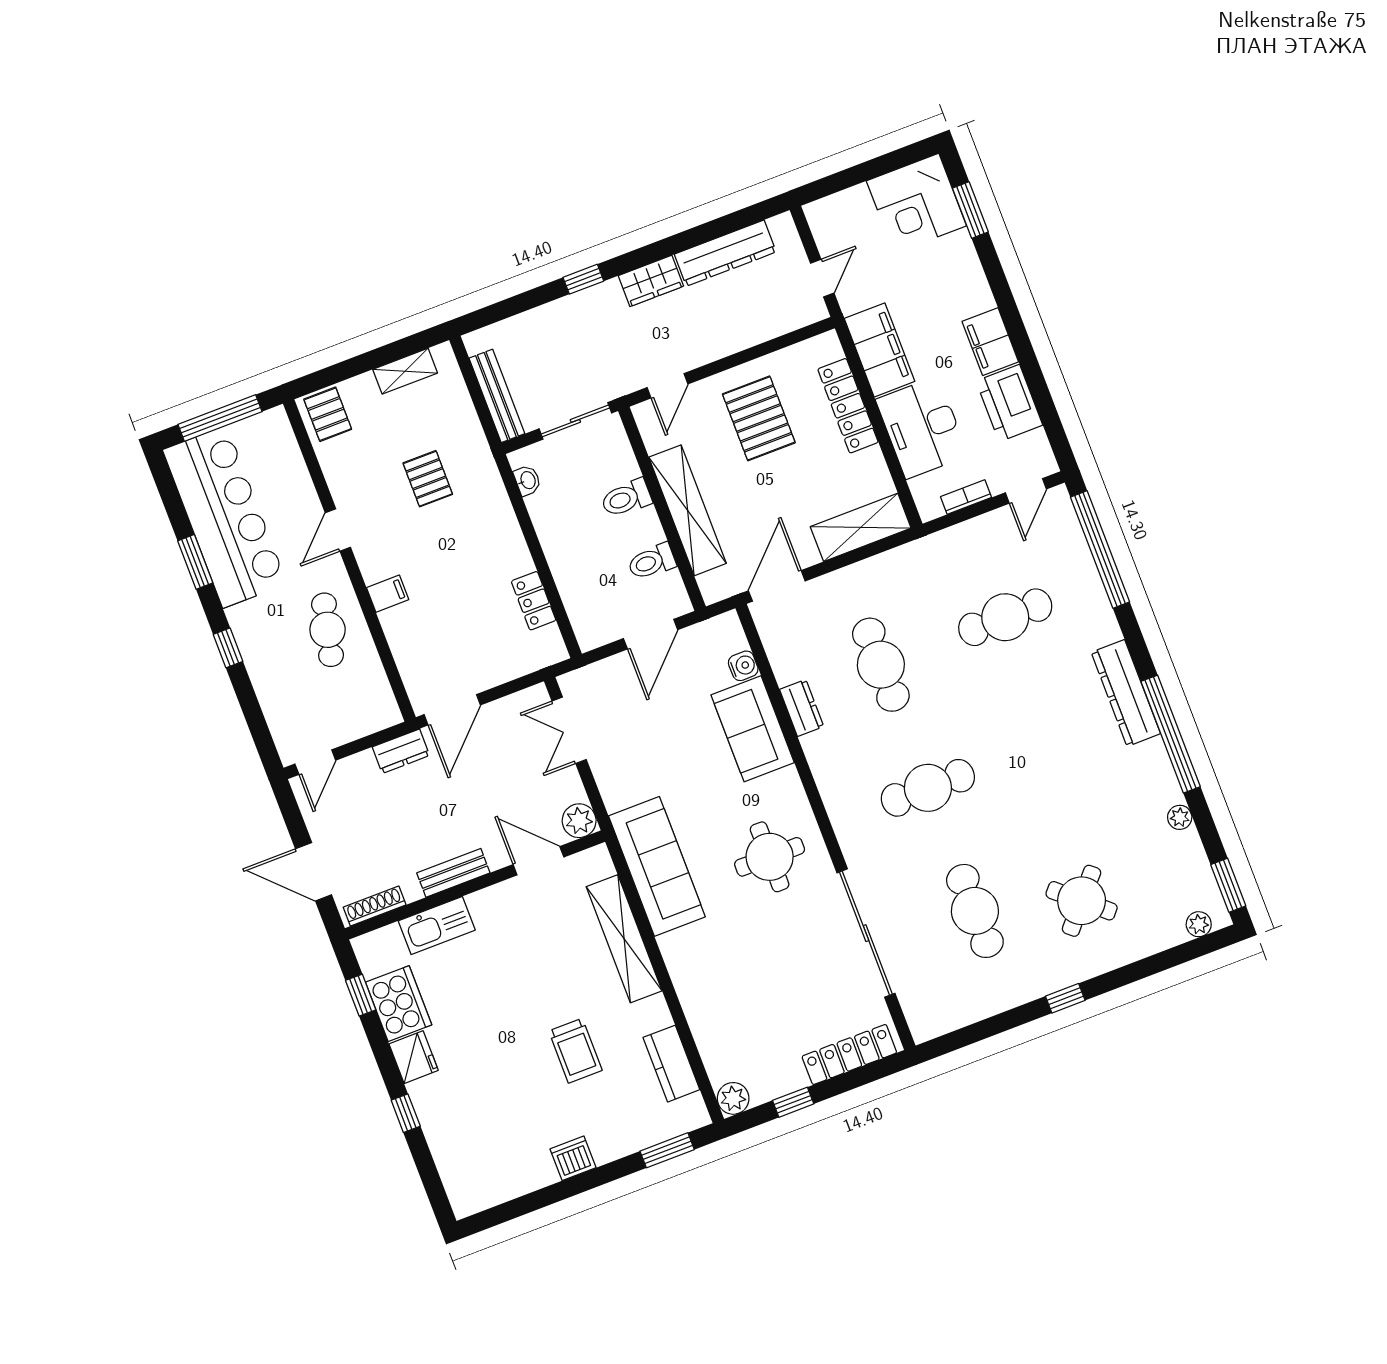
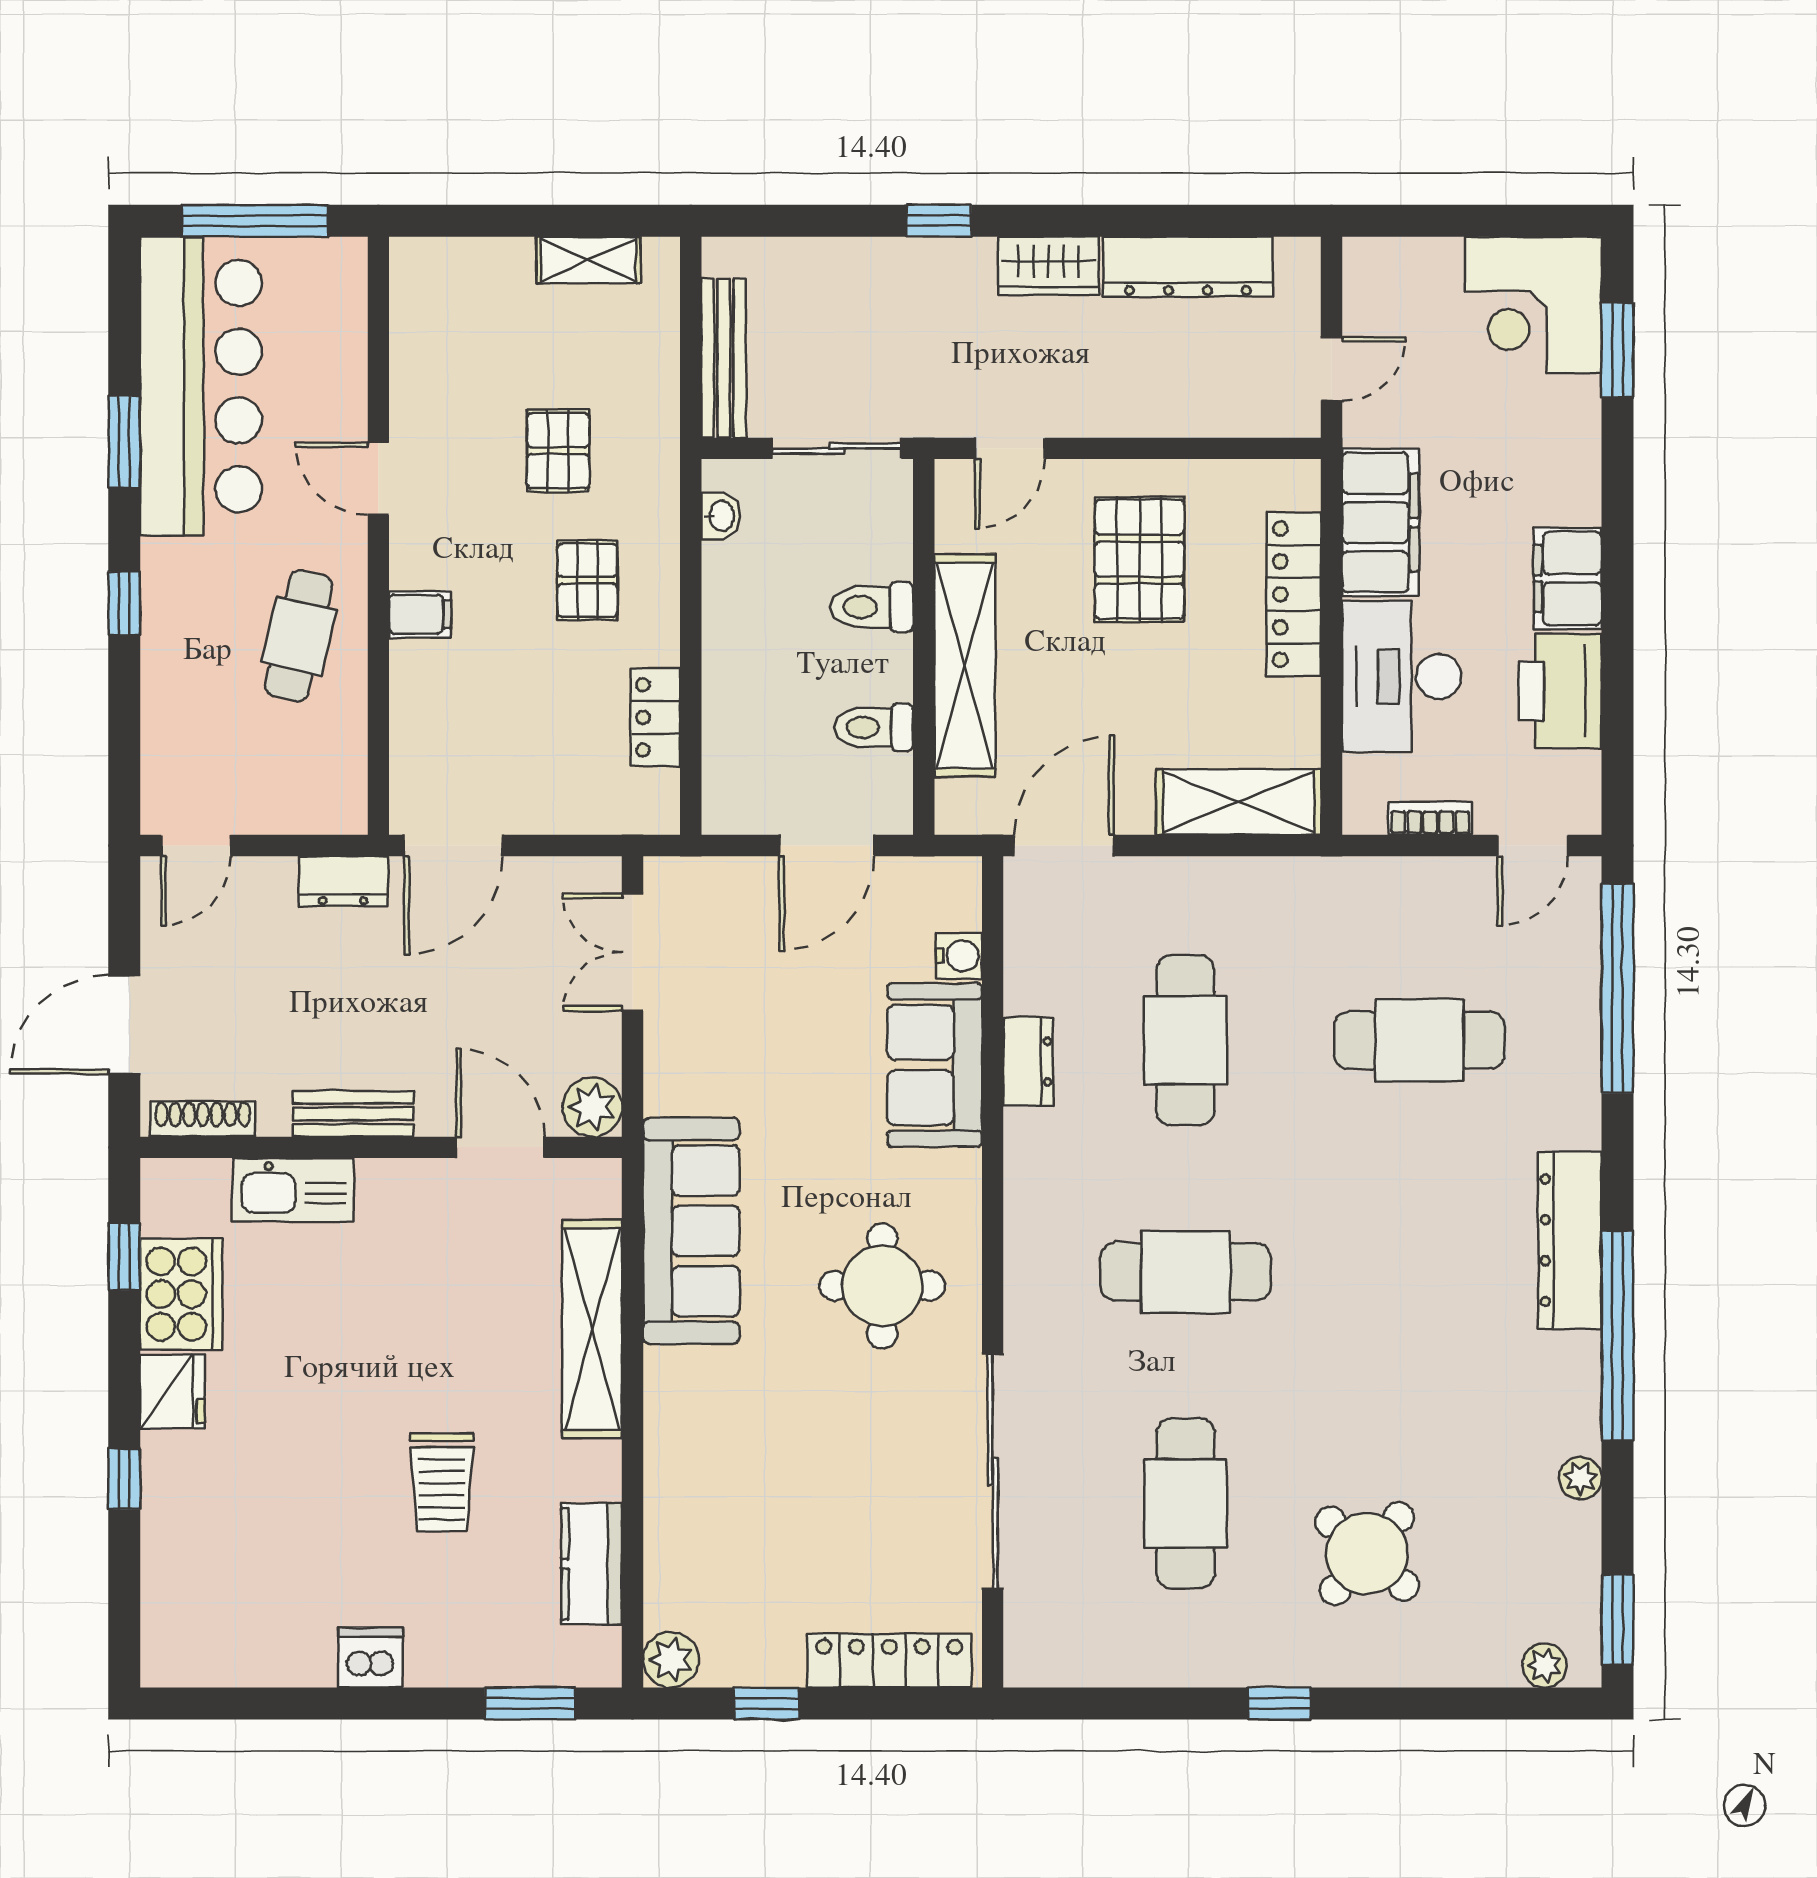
pallet: (328, 414) -> (587, 580), moved
door: (338, 530) -> (378, 479), hinge flipped
door: (314, 872) -> (124, 1025), hinge flipped

